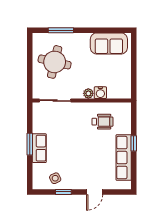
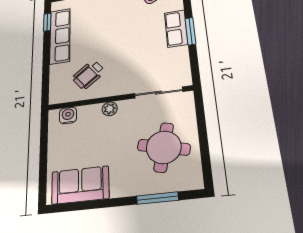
water cooler: (100, 93) -> (68, 115), moved
wheelchair: (102, 122) -> (89, 75), turned -38
window: (134, 143) -> (47, 22), moved

